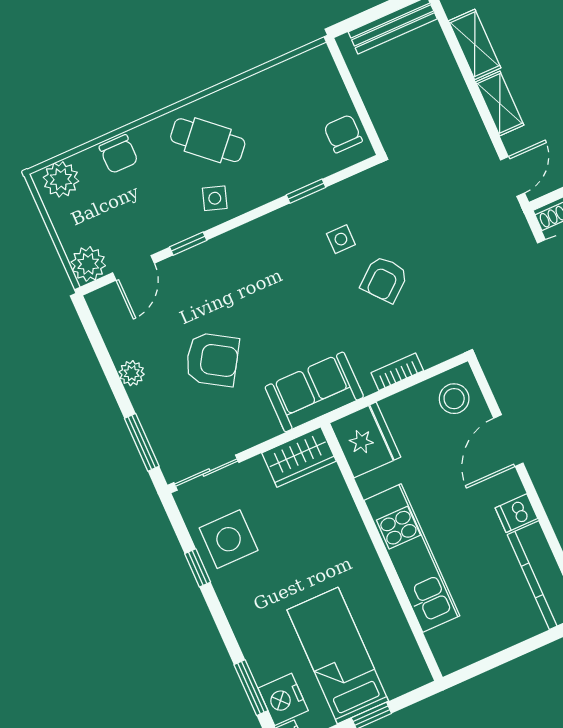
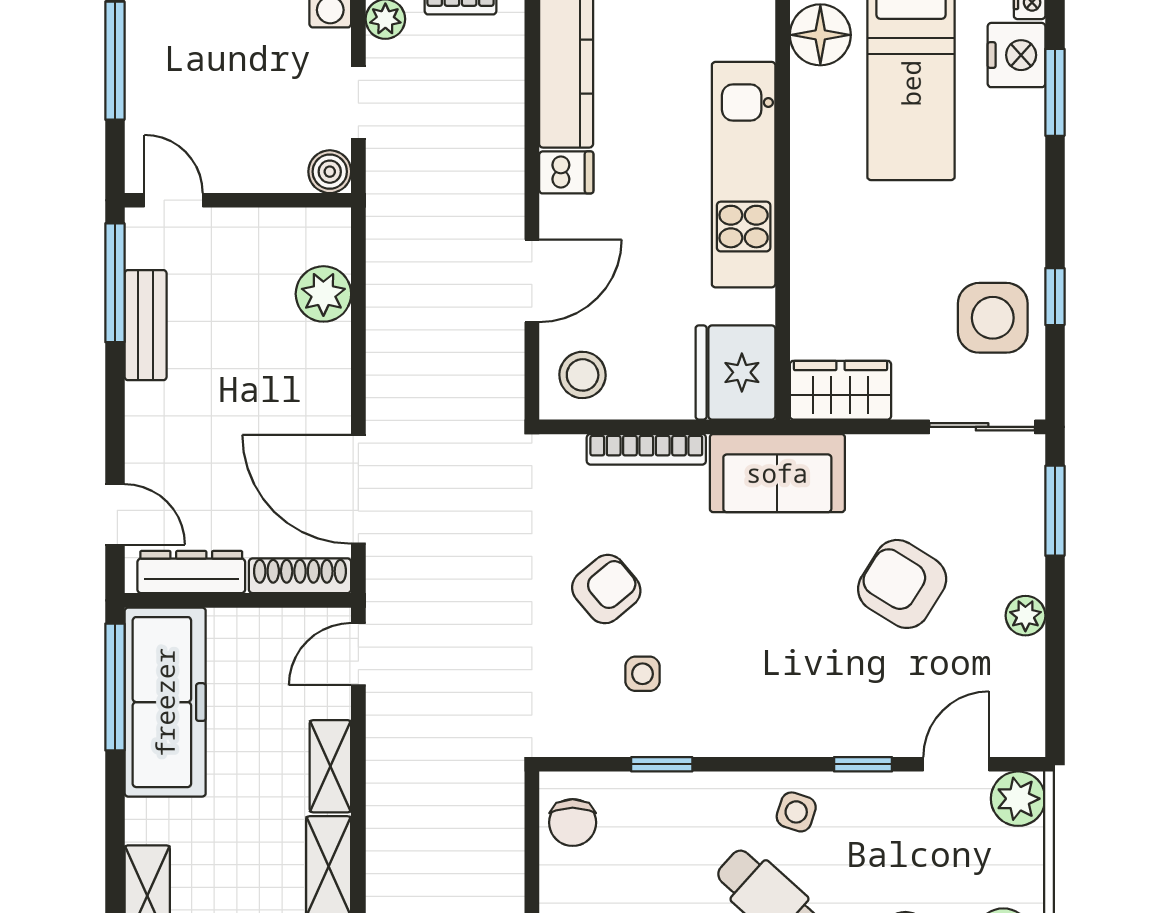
bookcase: (397, 372) -> (646, 449), width x1.56
floor lamp: (403, 660) -> (820, 35), added

